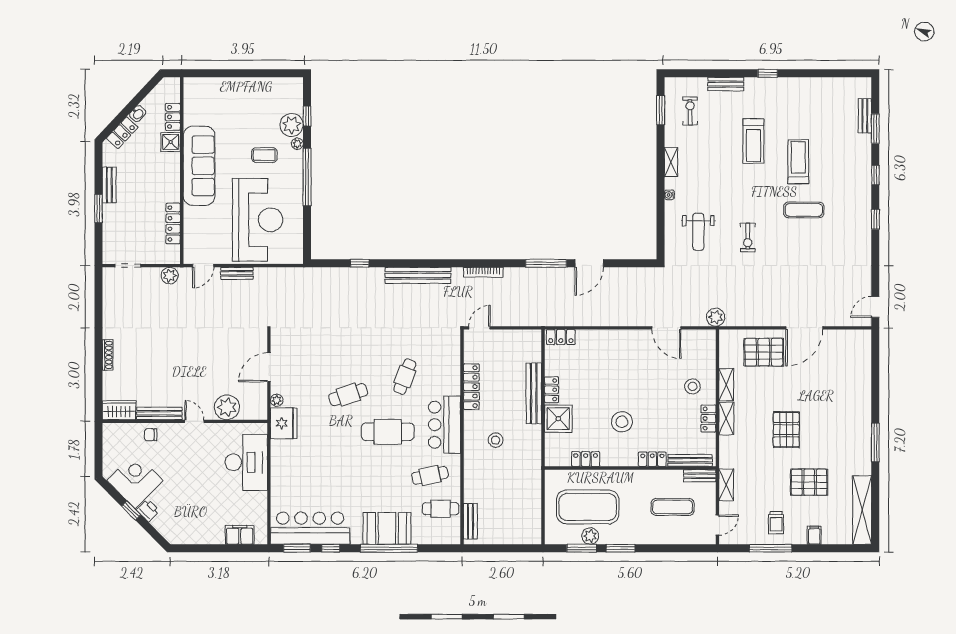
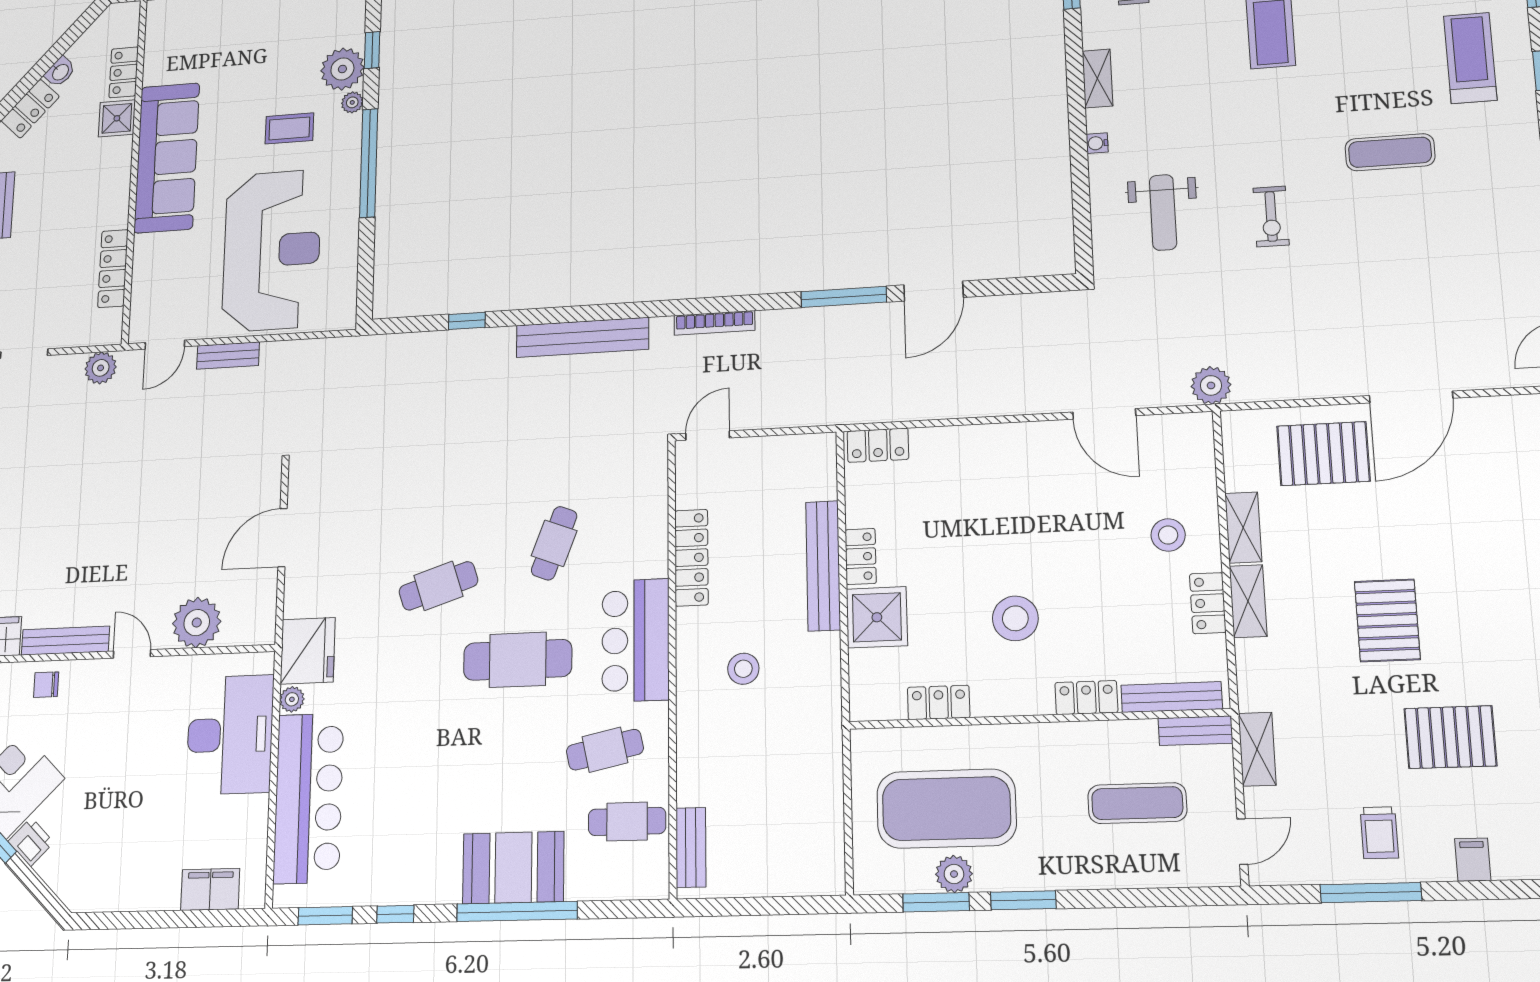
treadmill: (798, 162) -> (1470, 58), moved
plant: (277, 400) -> (292, 699), moved
bar counter: (310, 528) -> (308, 798), moved, turned 90

